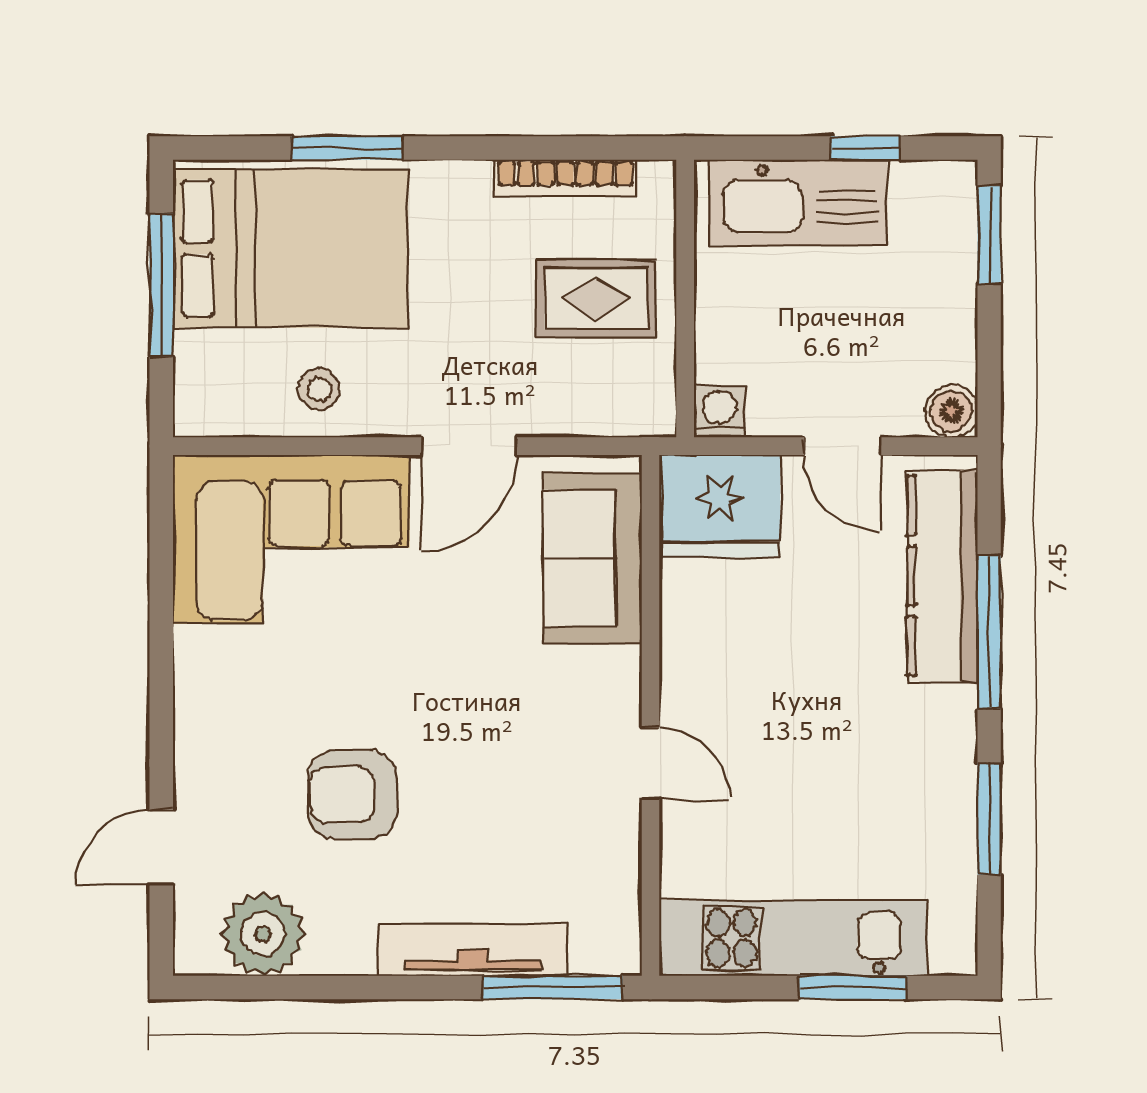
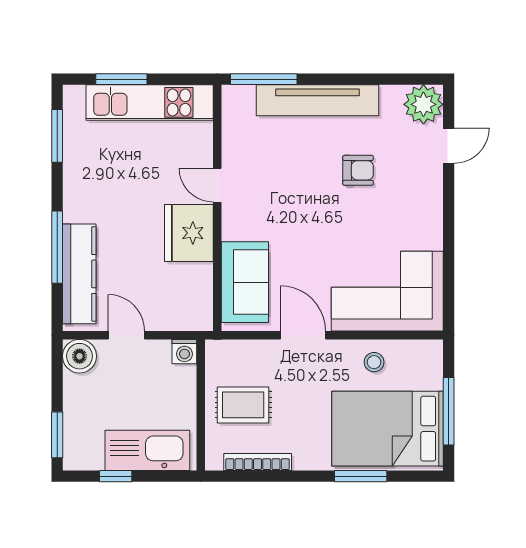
boiler: (951, 411) -> (80, 356), width x1.36, depth x1.36
door: (469, 446) -> (303, 335), hinge flipped
fridge: (720, 506) -> (189, 233), moved, turned -90
armchair: (353, 795) -> (358, 170), width x0.72, depth x0.72
window: (989, 819) -> (57, 136), moved
plant: (263, 934) -> (423, 104), moved
tv unit: (473, 950) -> (317, 100), width x1.36, depth x1.29

